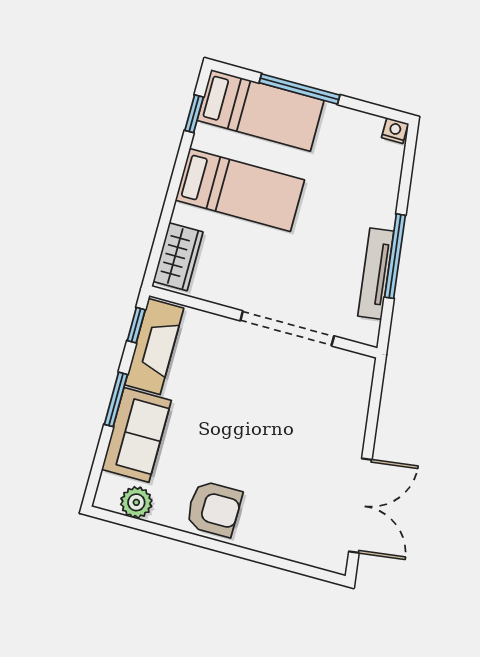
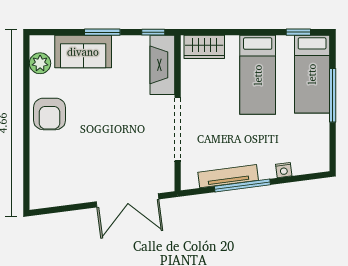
nightstand: (395, 131) -> (284, 170), moved, turned 83
fireplace: (154, 347) -> (162, 65), moved, turned 90
double door: (360, 506) -> (128, 200), moved

